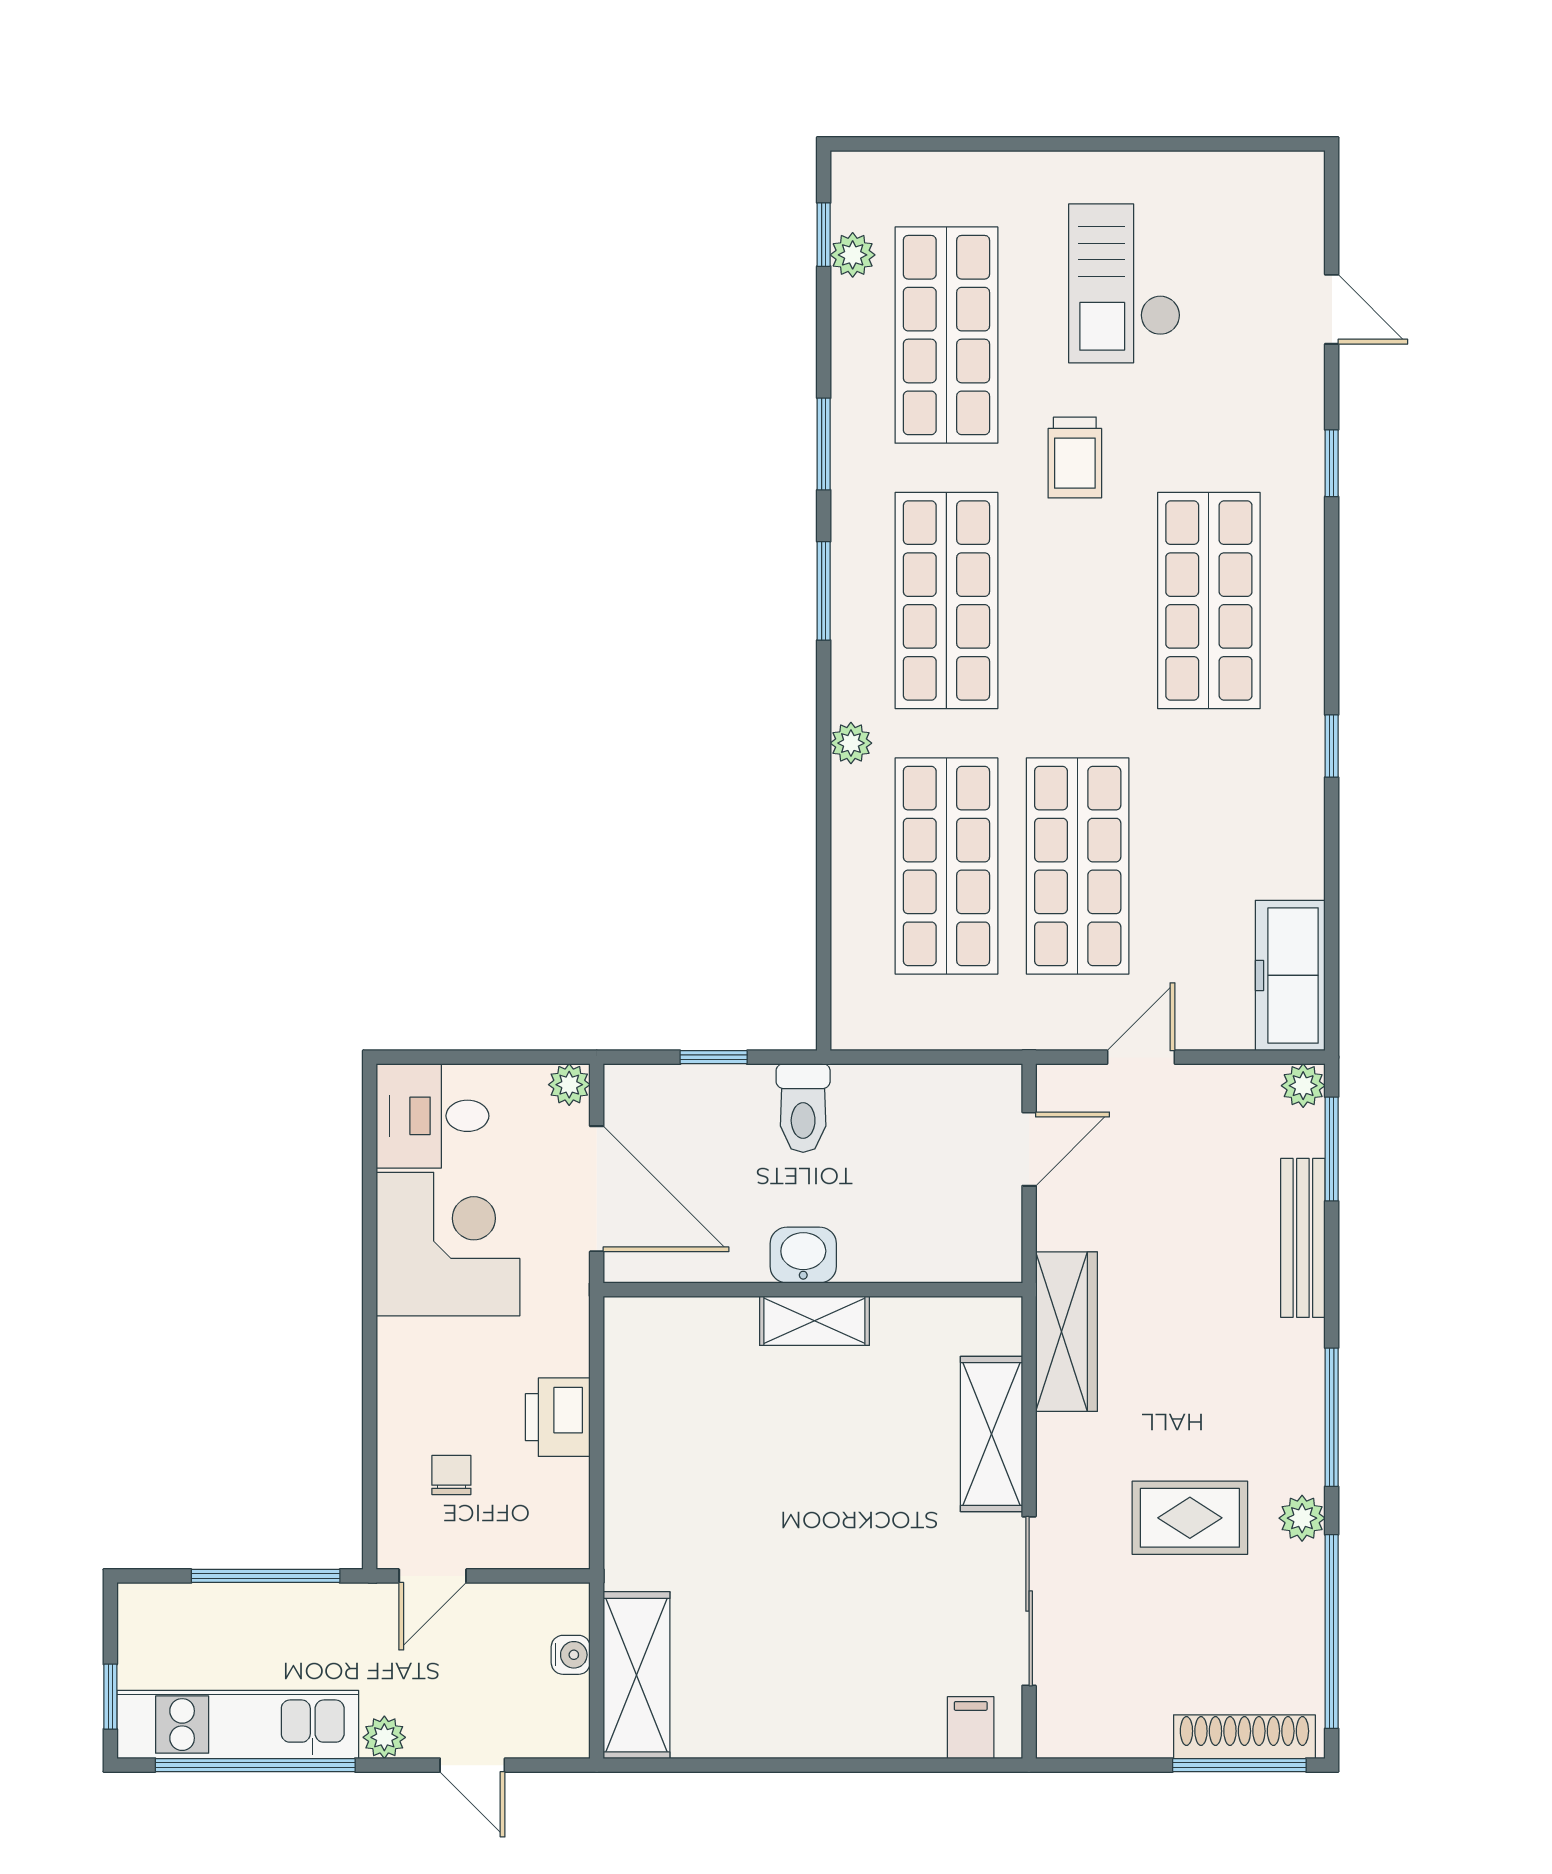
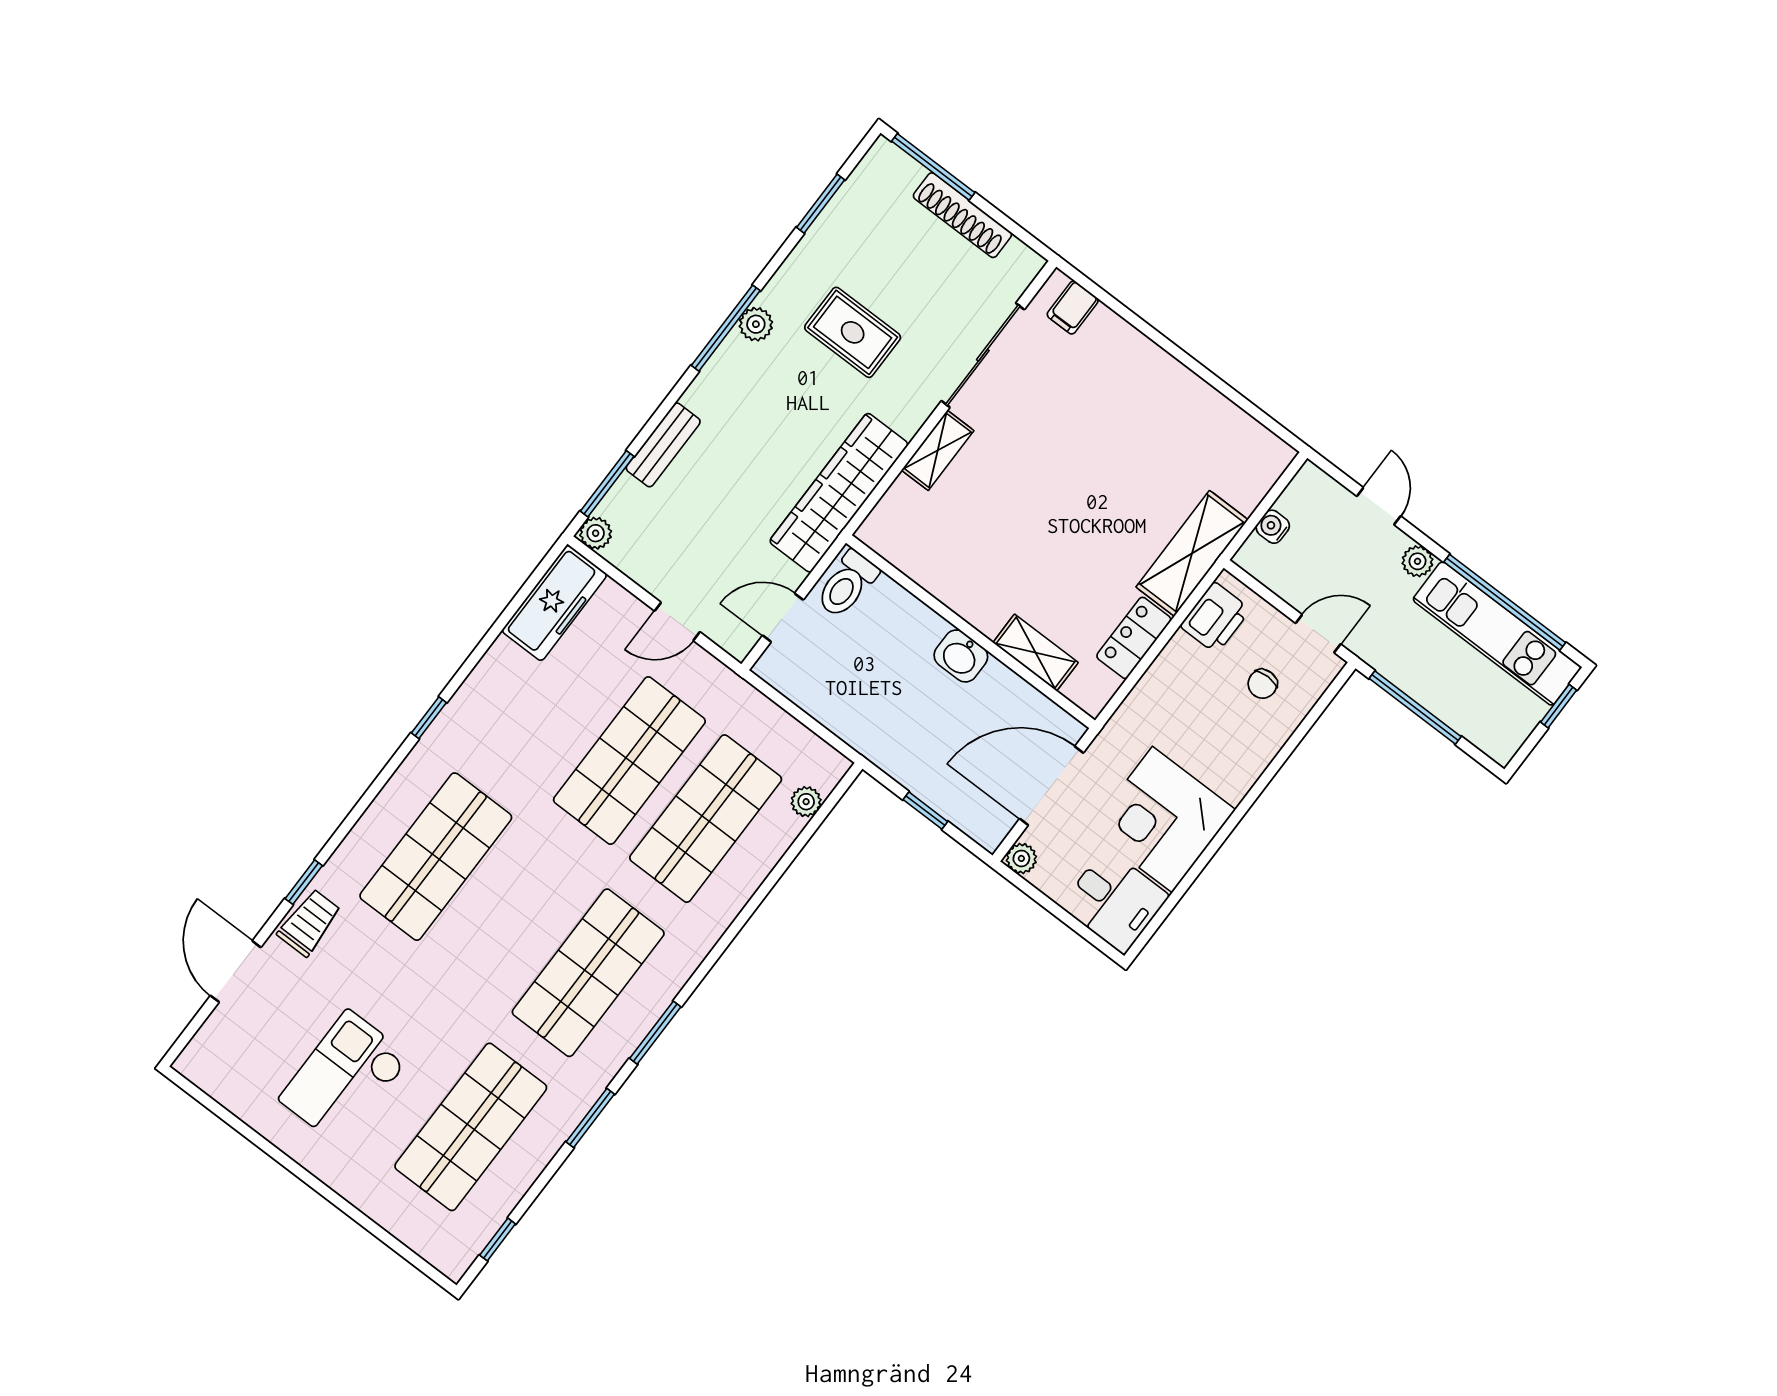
plant: (853, 255) -> (490, 1215), removed
checkout: (1125, 283) -> (344, 1078), turned 180
door: (1332, 309) -> (236, 971), width x1.38
trolley: (1075, 458) -> (309, 923), moved
plant: (851, 743) -> (806, 802), moved
toilet: (803, 1108) -> (847, 584), moved, turned 180
door: (597, 1189) -> (1052, 786), hinge flipped
bench: (1303, 1238) -> (663, 445), width x0.73
shelving: (814, 1321) -> (1036, 653), moved
wardrobe: (1066, 1332) -> (839, 493), width x1.40, depth x1.17
printer: (558, 1417) -> (1215, 618), moved
locker: (630, 1418) -> (1134, 638), added
shelving: (991, 1434) -> (938, 450), width x0.67, depth x0.75
plant: (1302, 1518) -> (756, 324), moved
window: (1332, 1632) -> (821, 204), width x0.47
shelving: (637, 1675) -> (1192, 553), moved
shoe rack: (1244, 1737) -> (962, 215), moved

